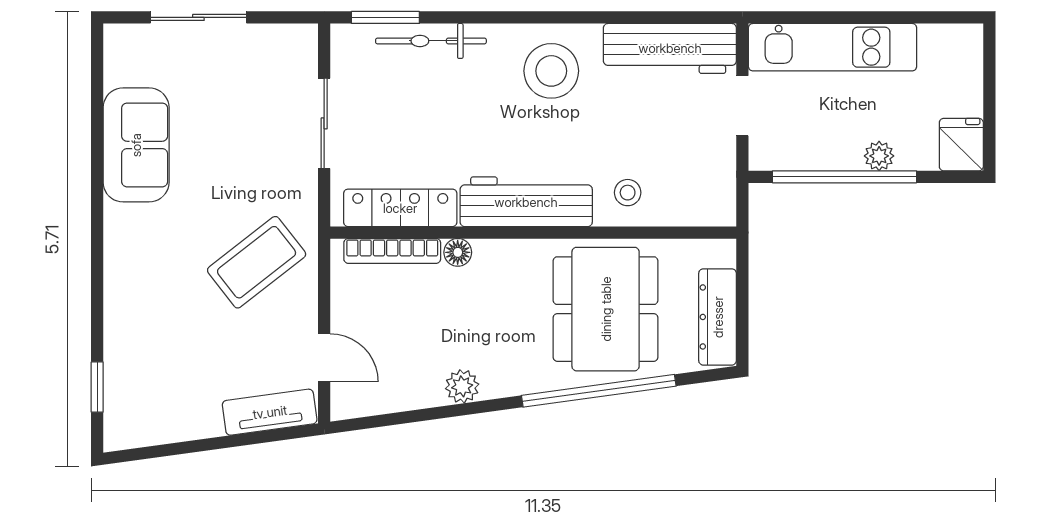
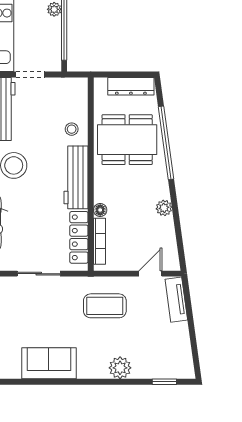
coffee table: (257, 262) -> (105, 306), turned -52
plant: (126, 294) -> (120, 368), added

